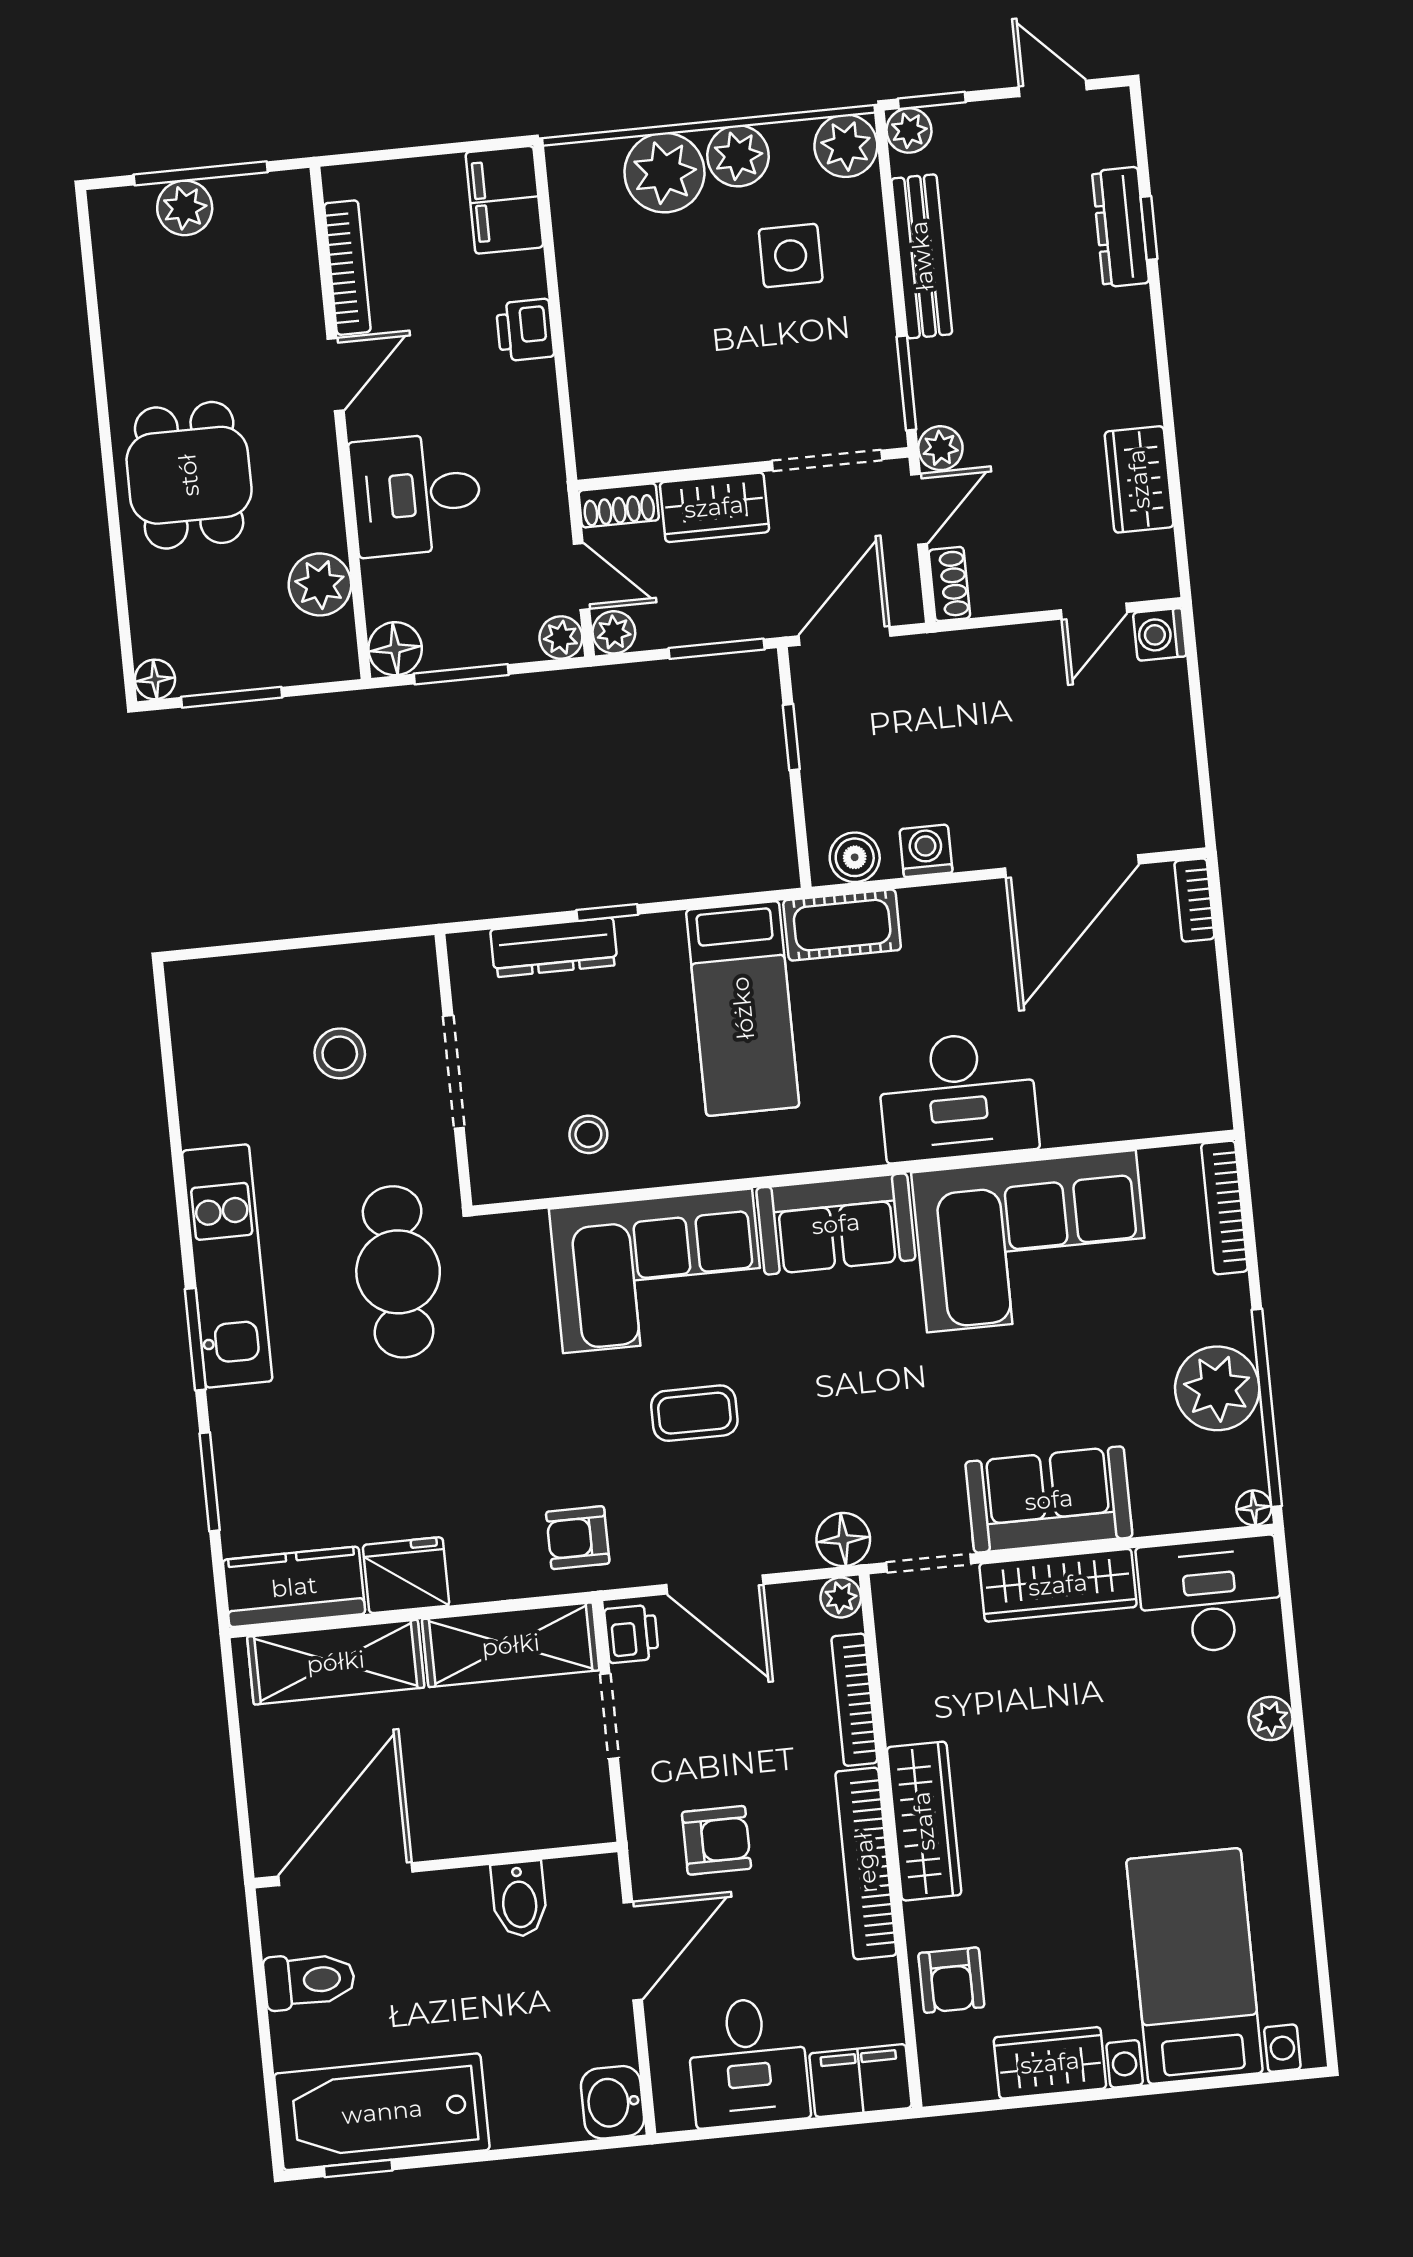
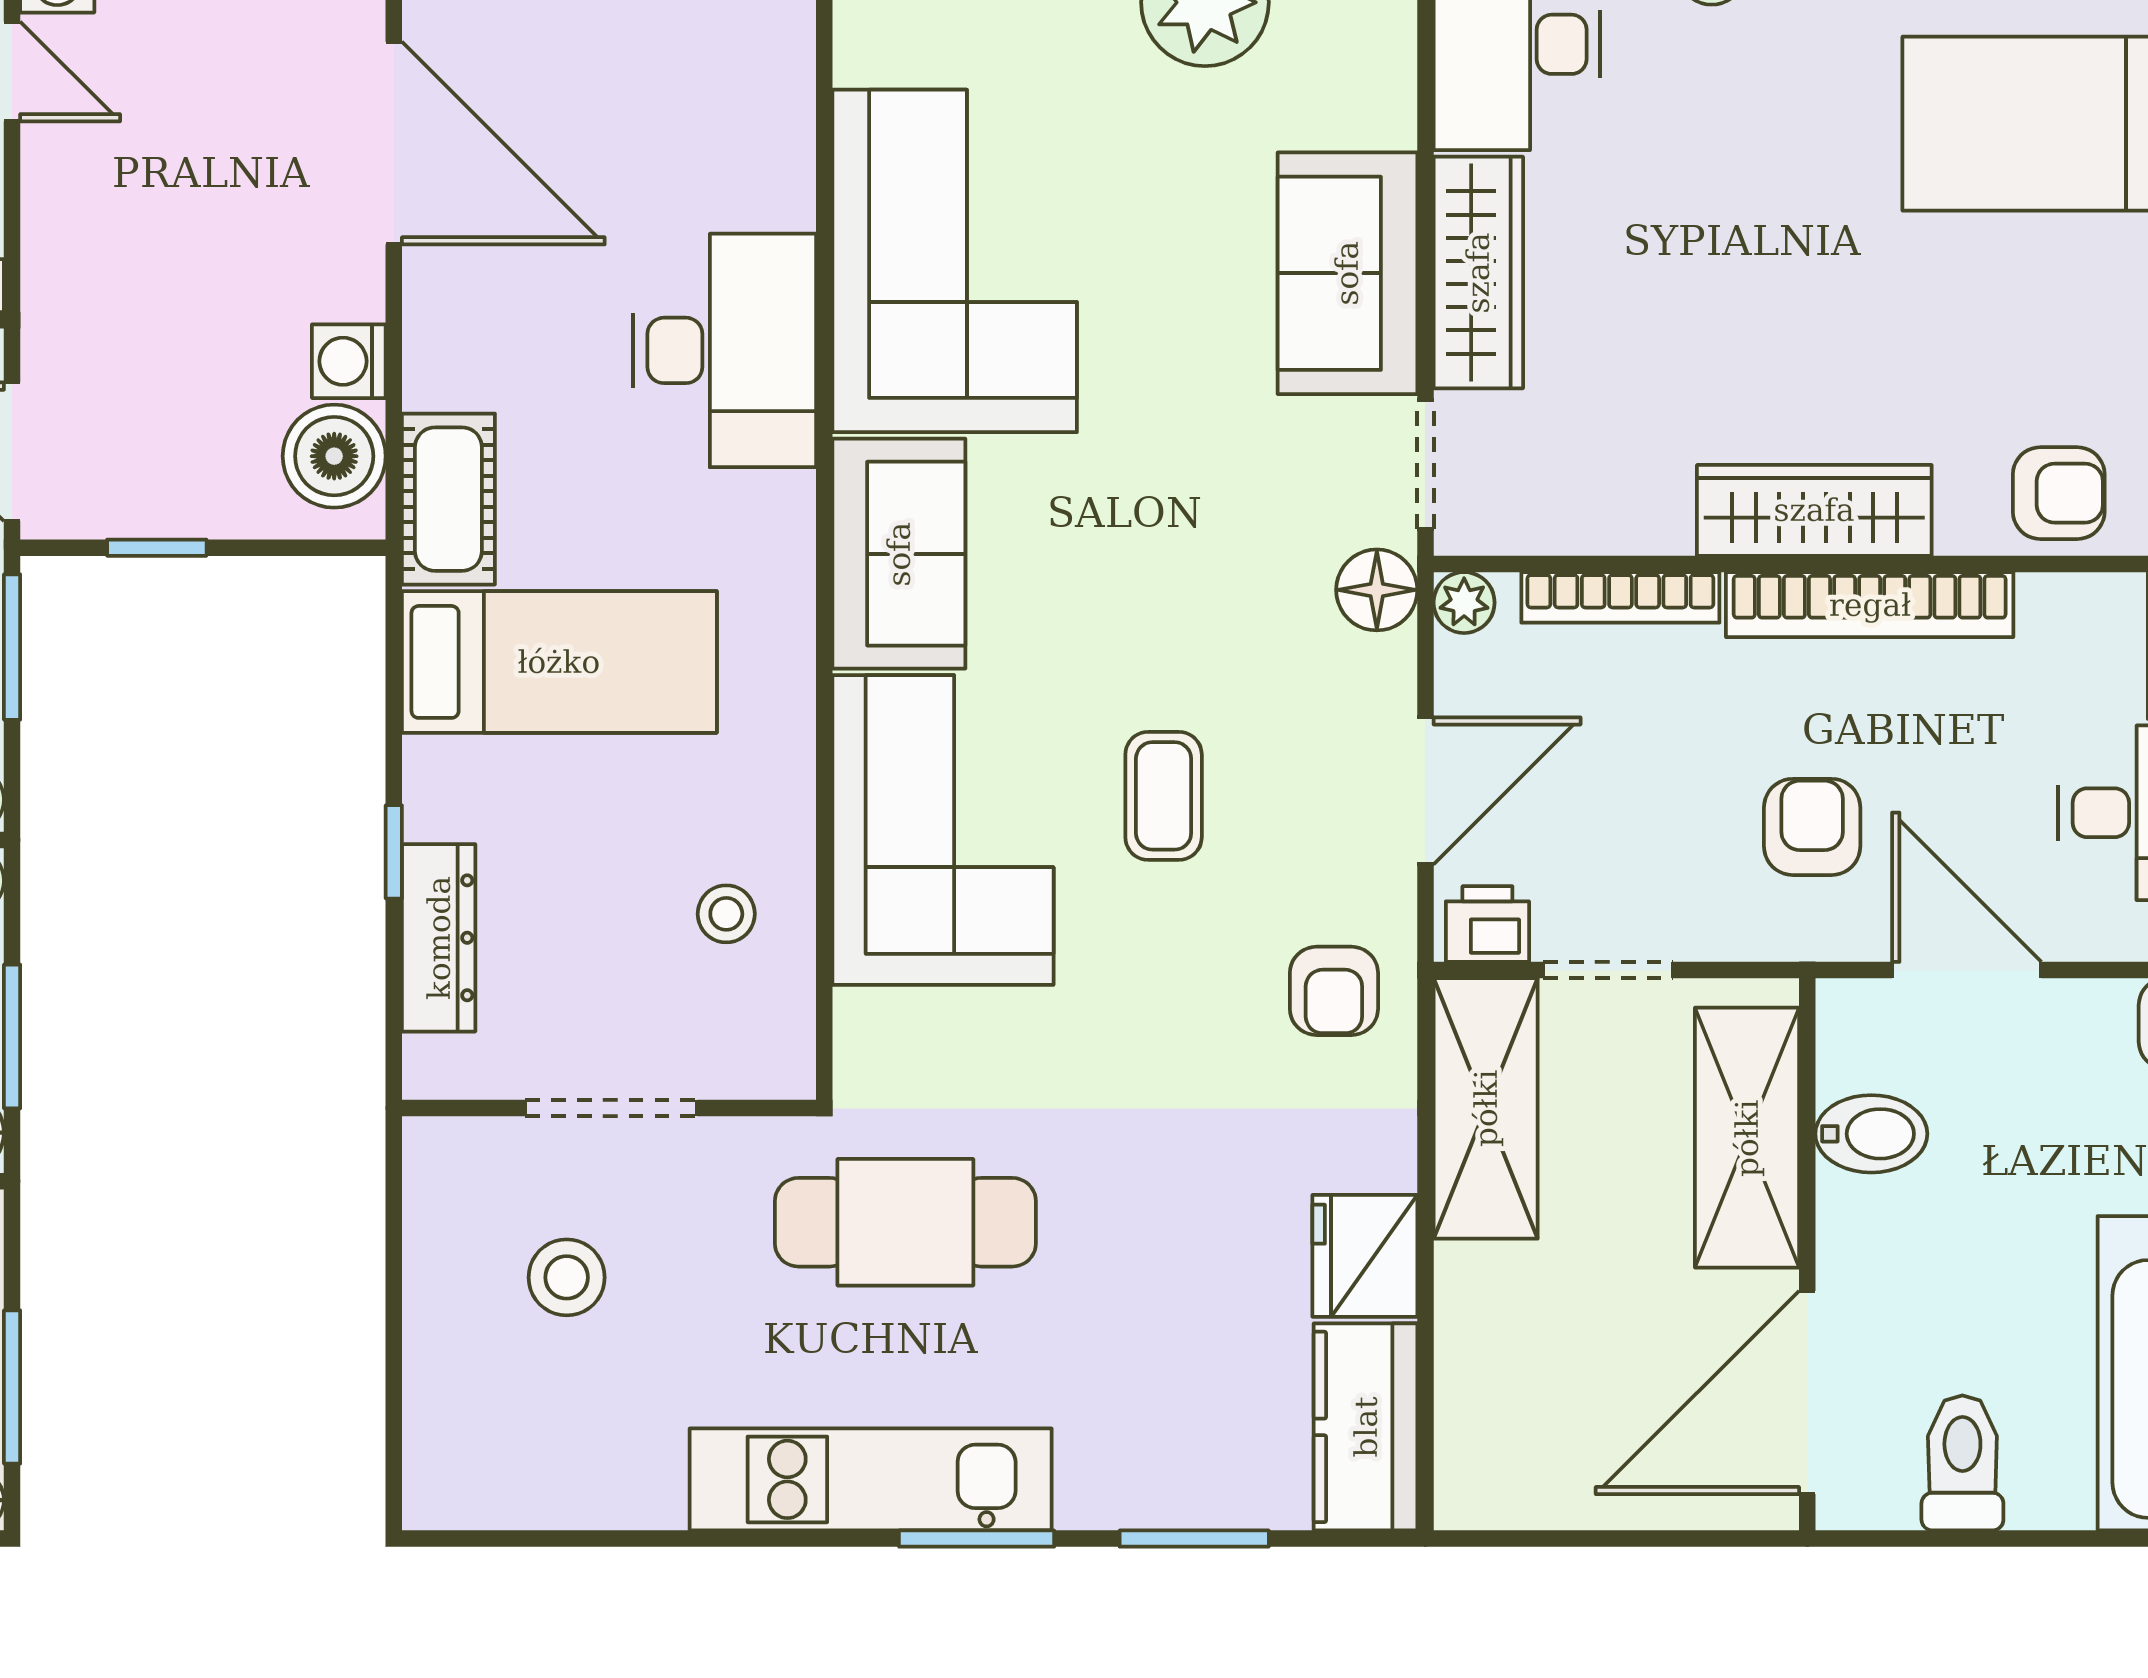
boiler: (855, 857) -> (334, 456), width x1.36, depth x1.36
shelving: (336, 1662) -> (1747, 1138), moved
door: (345, 1874) -> (1807, 1393), hinge flipped

